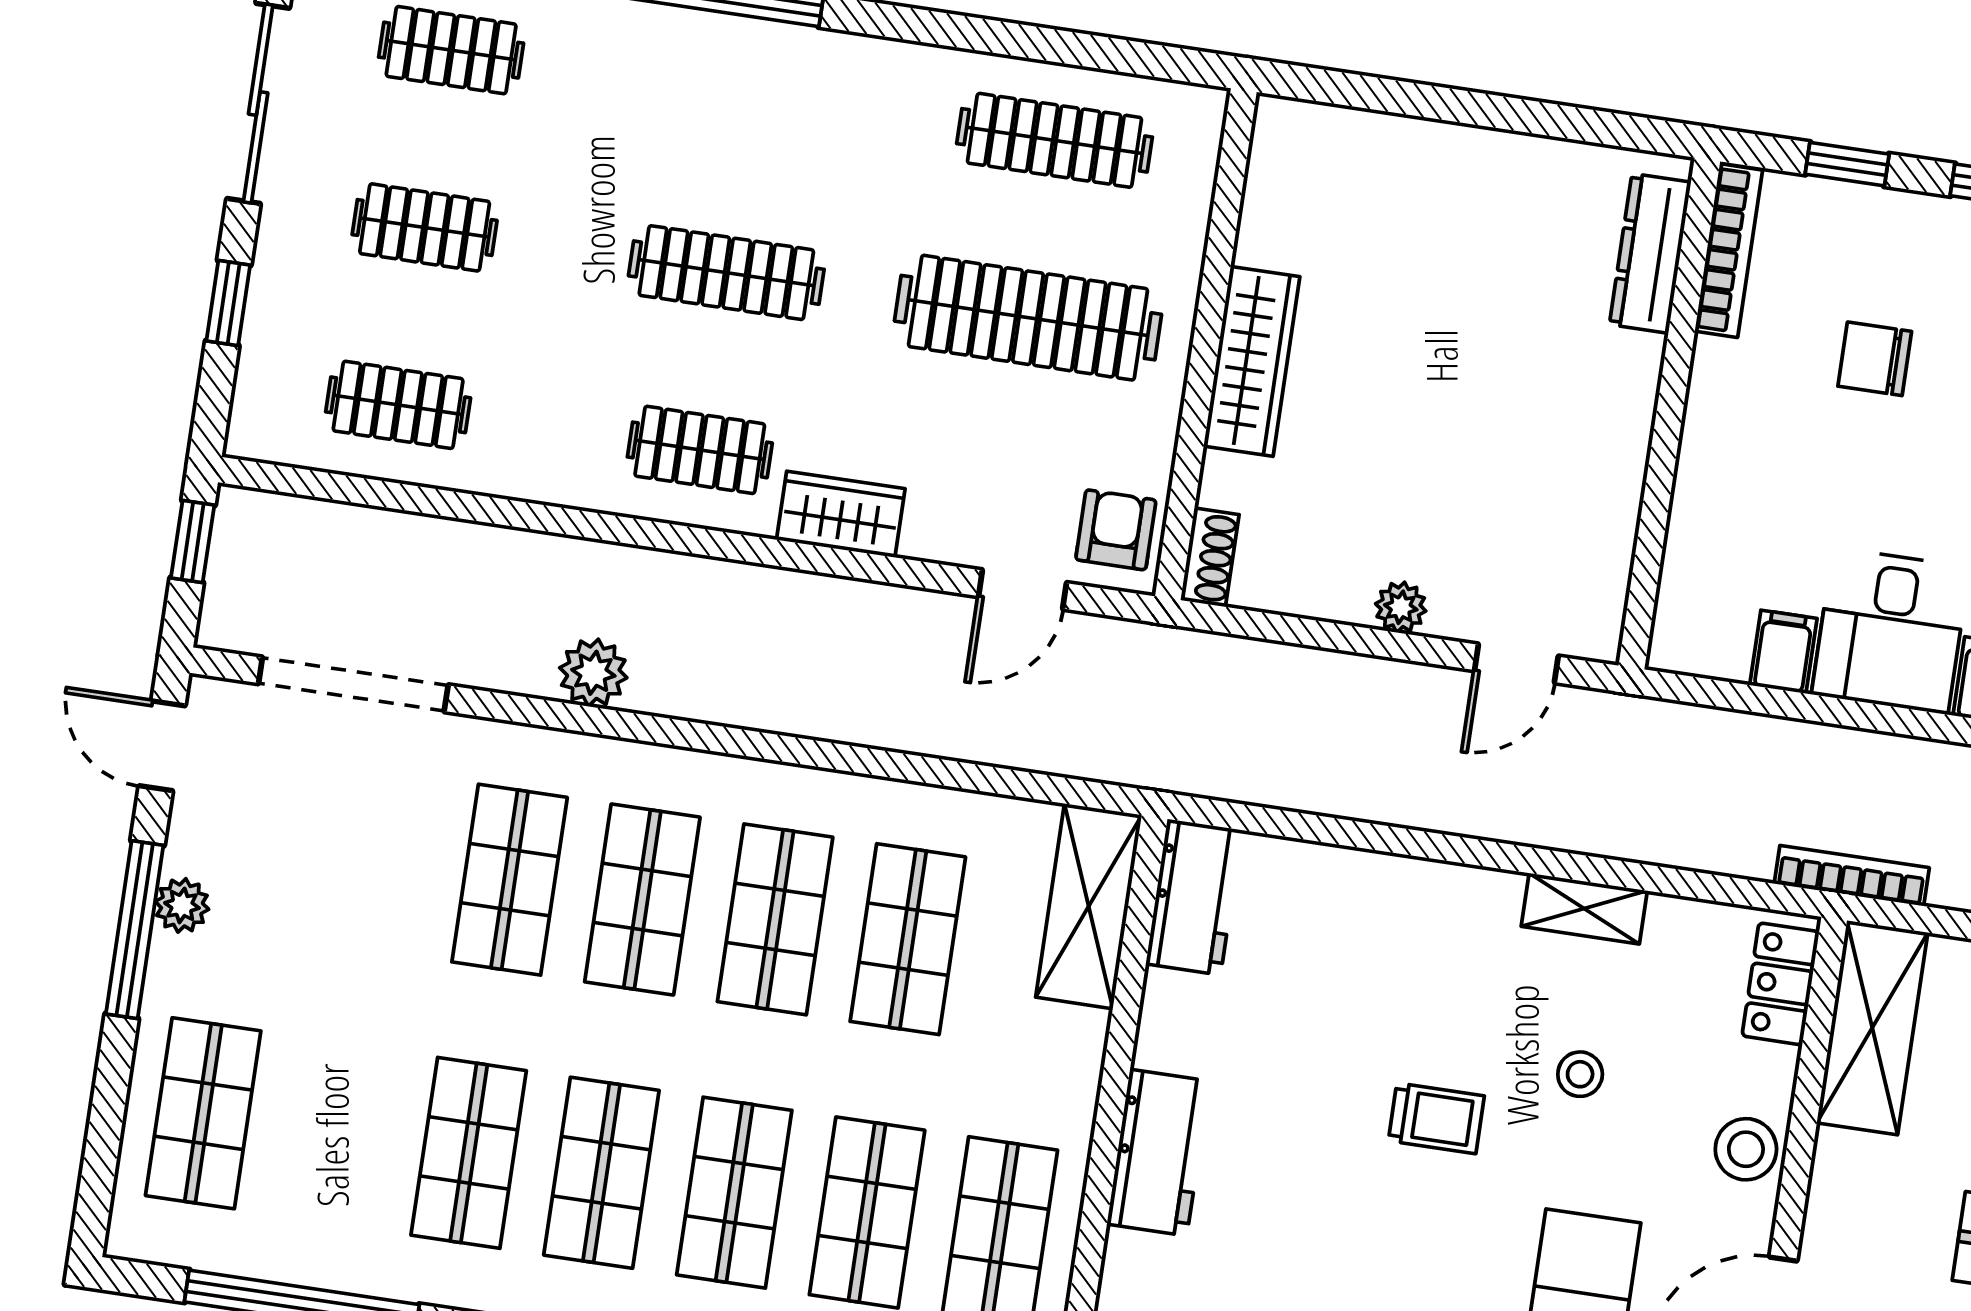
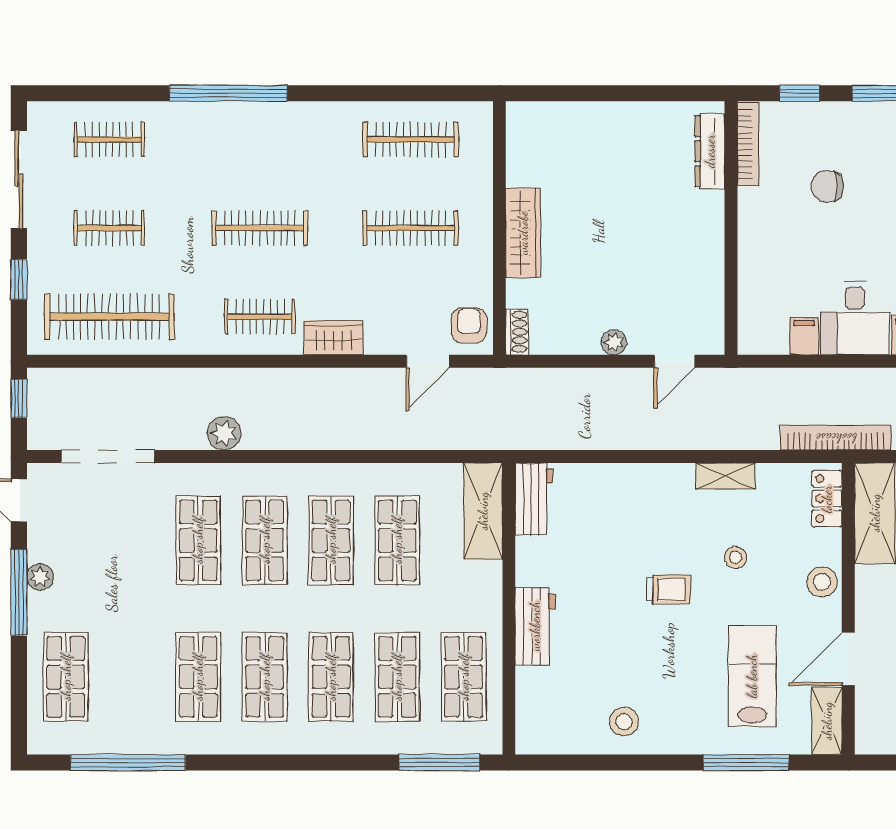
clothes rail: (1028, 318) -> (411, 228), width x0.73, depth x0.76
clothes rail: (398, 405) -> (109, 317), width x1.86, depth x1.31
bookcase: (1852, 876) -> (836, 438), width x1.48, depth x1.31

